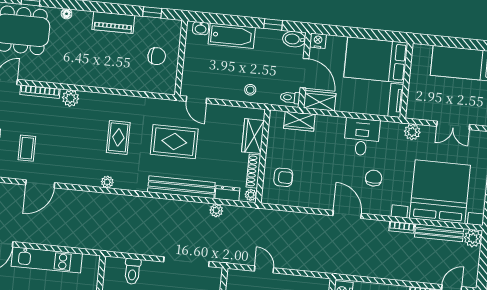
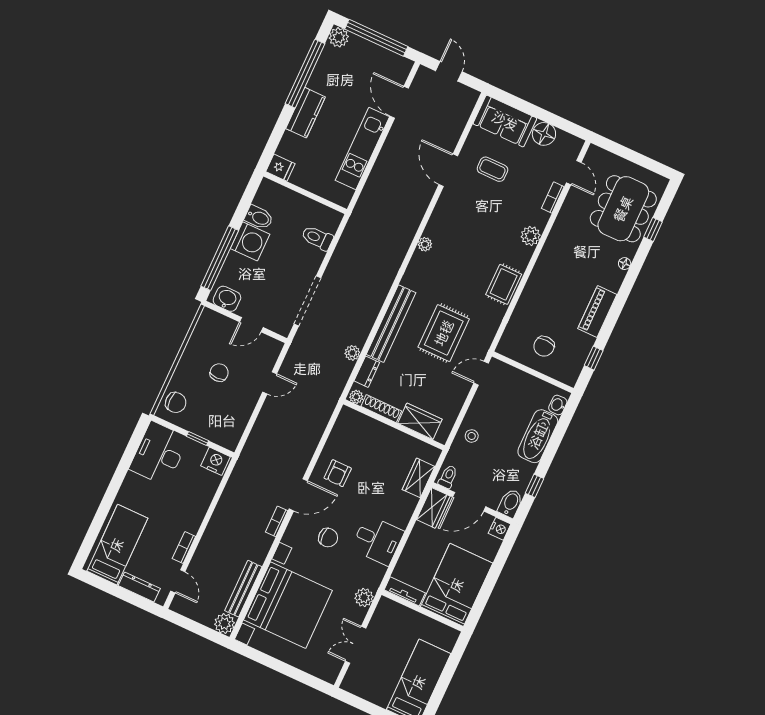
bookcase: (40, 92) -> (553, 198), width x0.64
rug: (118, 137) -> (504, 284), moved, turned 90
armchair: (283, 177) -> (338, 473), moved
bookcase: (402, 227) -> (277, 521), moved

